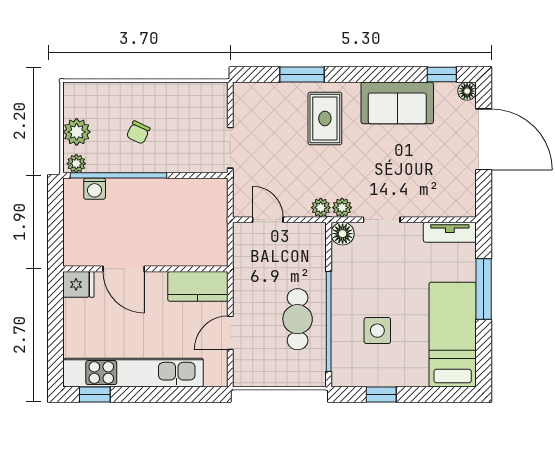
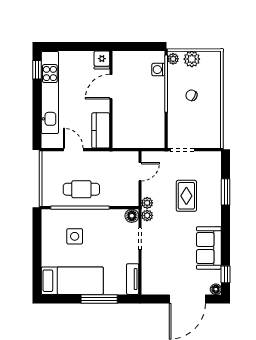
rug: (325, 118) -> (186, 196), moved, turned 90
window: (381, 394) -> (37, 239), removed

